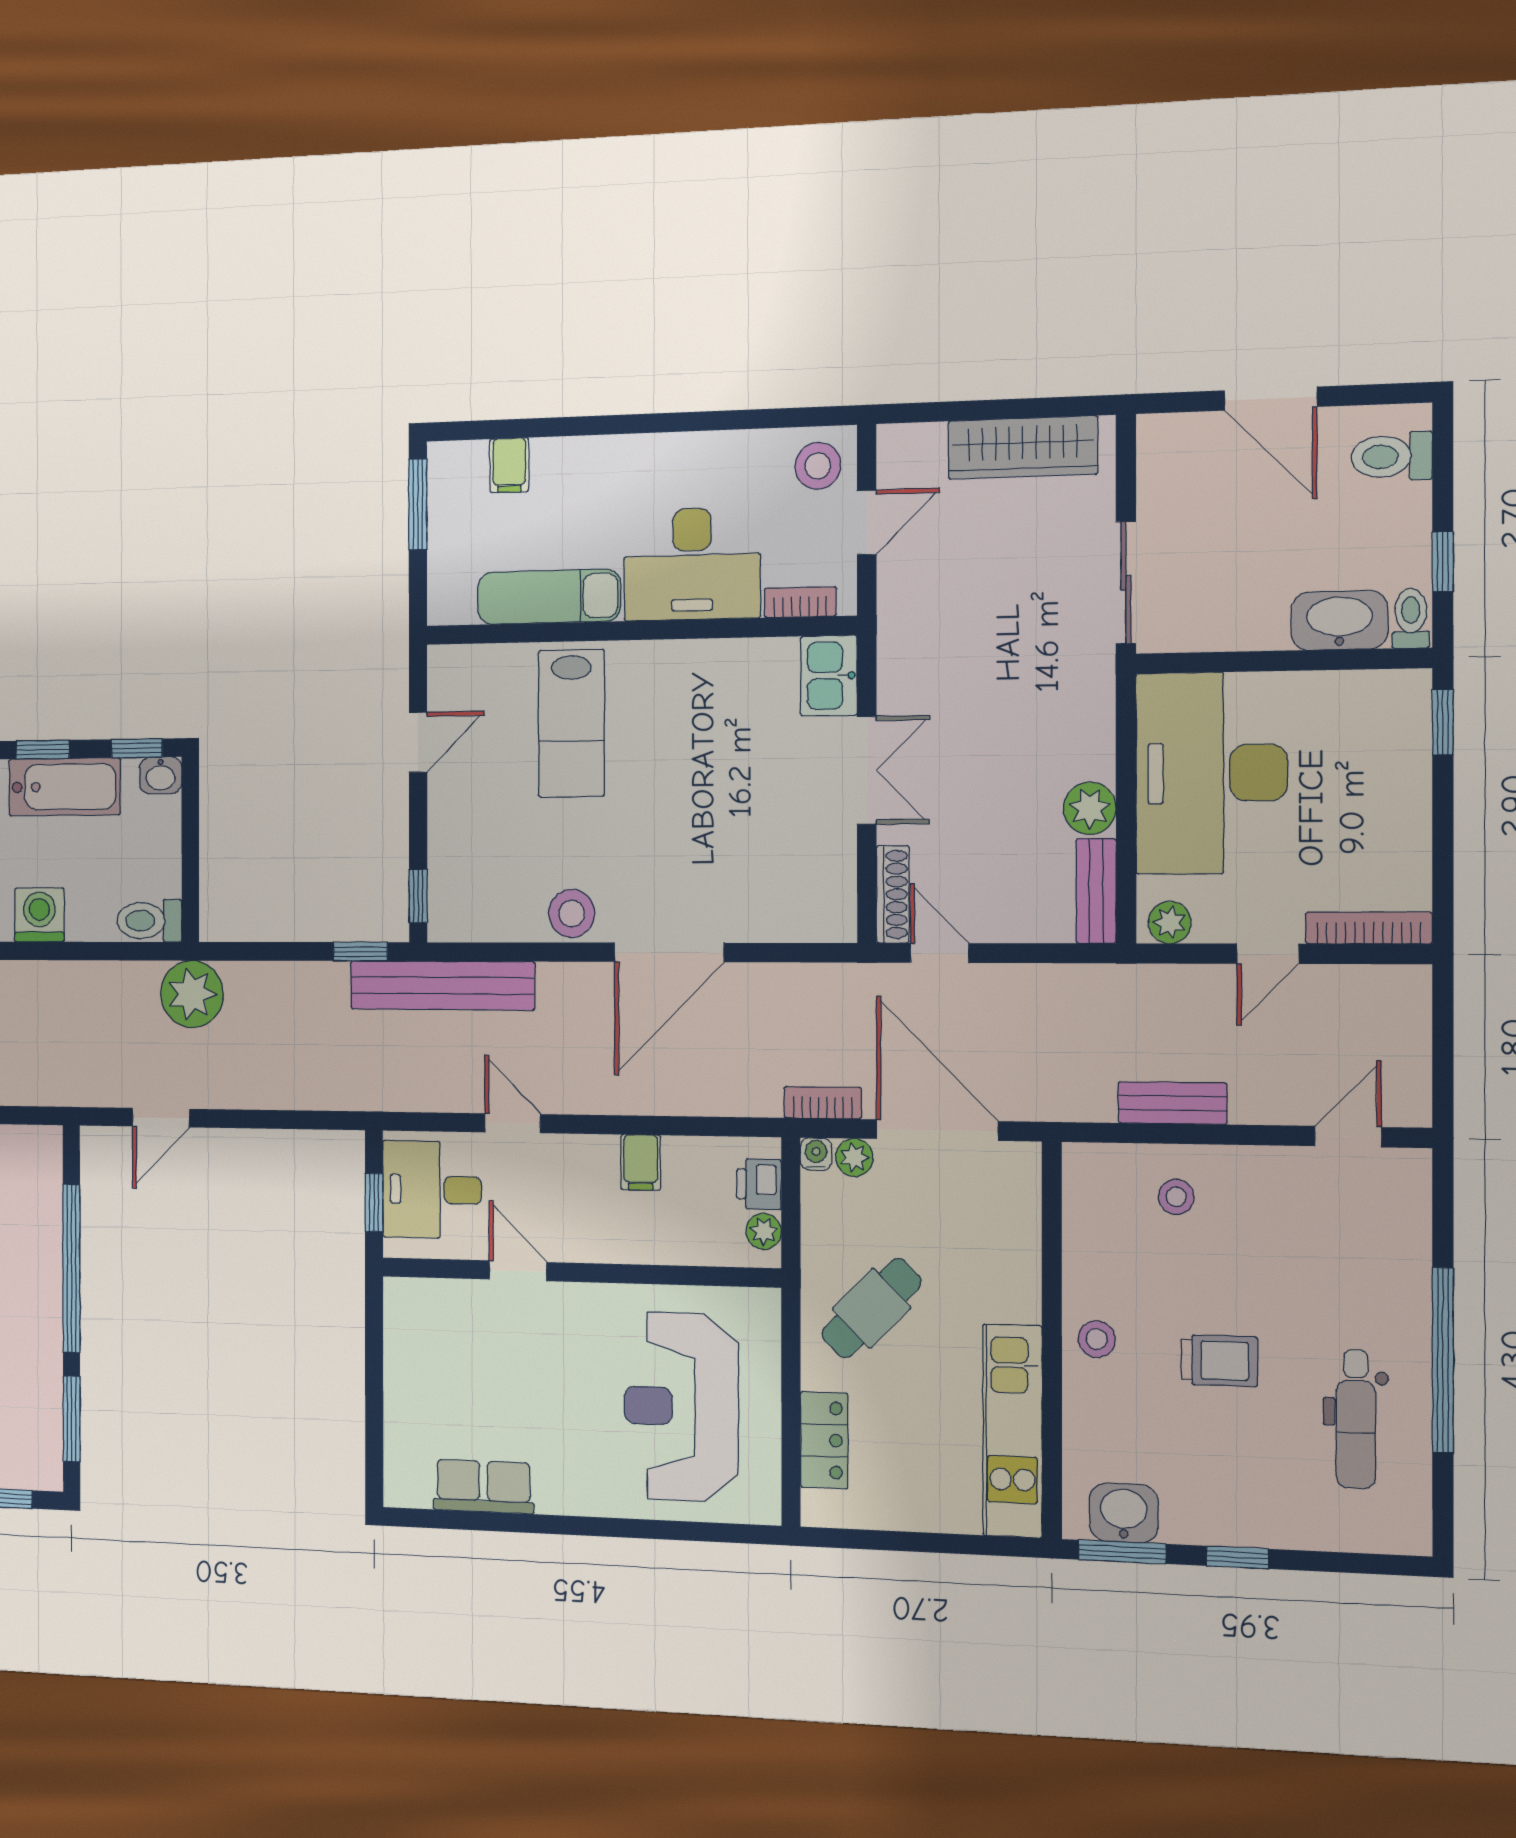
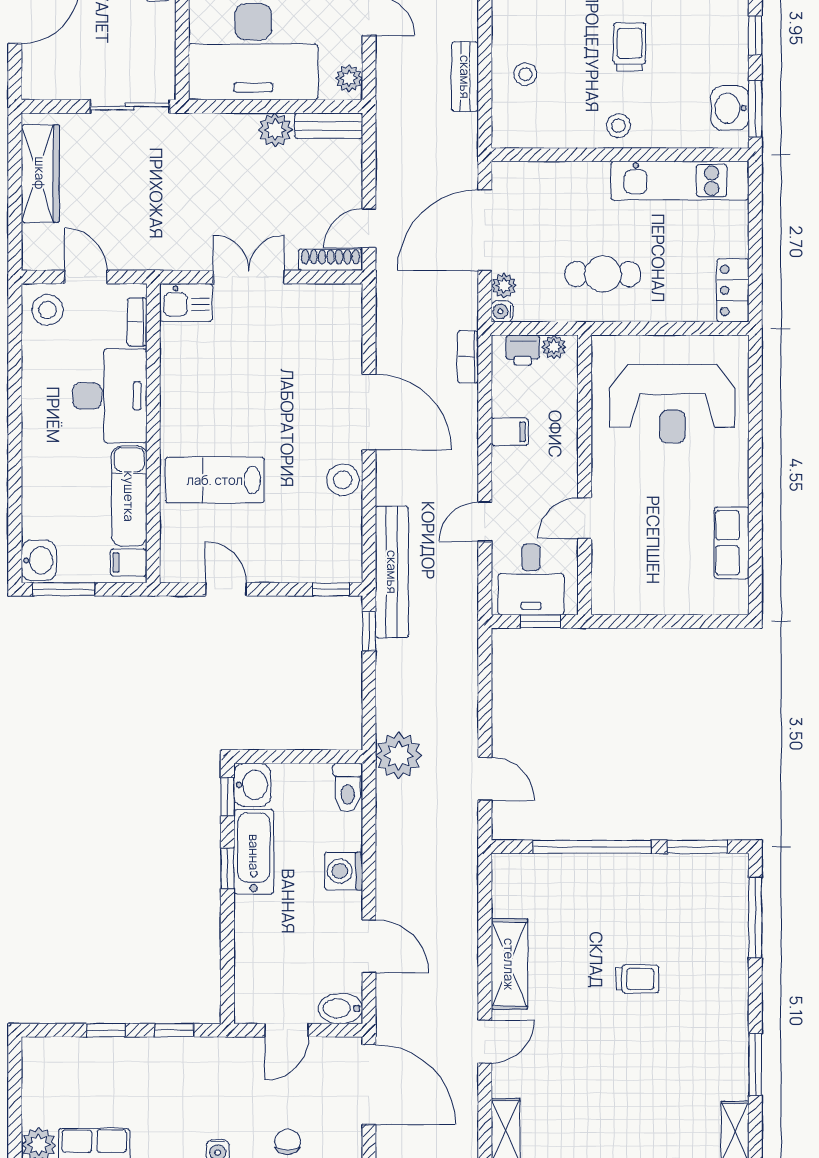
filing cabinet: (509, 465) -> (129, 562), moved, turned 180
washbasin: (458, 466) -> (39, 560), added
lab bench: (571, 723) -> (215, 480), turned 180
washbasin: (161, 775) -> (252, 785), width x1.38, depth x1.45
bookcase: (823, 1103) -> (468, 357), moved
cafe table: (871, 1308) -> (603, 274), turned -45
locker: (824, 1440) -> (733, 290), moved, turned -90

